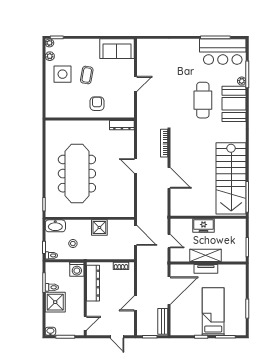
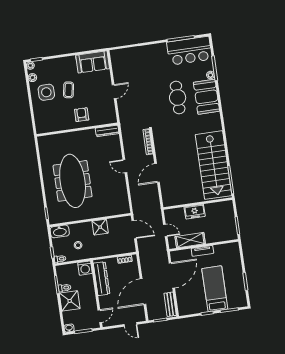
door: (169, 178) -> (157, 173), swing flipped
shelving: (205, 255) -> (190, 240), moved
door: (136, 303) -> (143, 292), width x1.87

